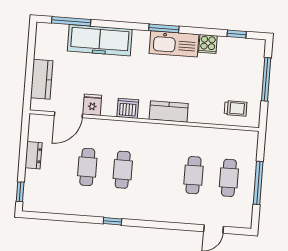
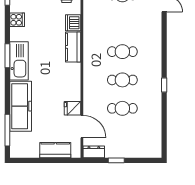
kitchen sink: (174, 44) -> (19, 61), moved
dishwasher: (128, 108) -> (73, 23), moved
dresser: (34, 155) -> (94, 152), moved
cafe table: (193, 175) -> (122, 52), moved
window: (20, 192) -> (116, 160), moved

